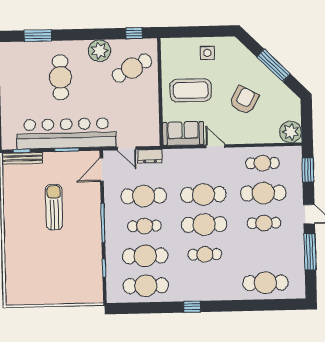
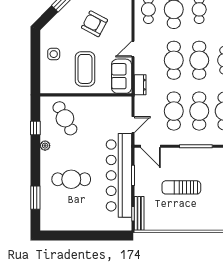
window: (134, 33) -> (35, 128), moved
plant: (99, 51) -> (45, 146), width x0.53, depth x0.53
dresser: (150, 156) -> (140, 85), moved
cafe table: (144, 226) -> (199, 111), width x1.37, depth x1.35

